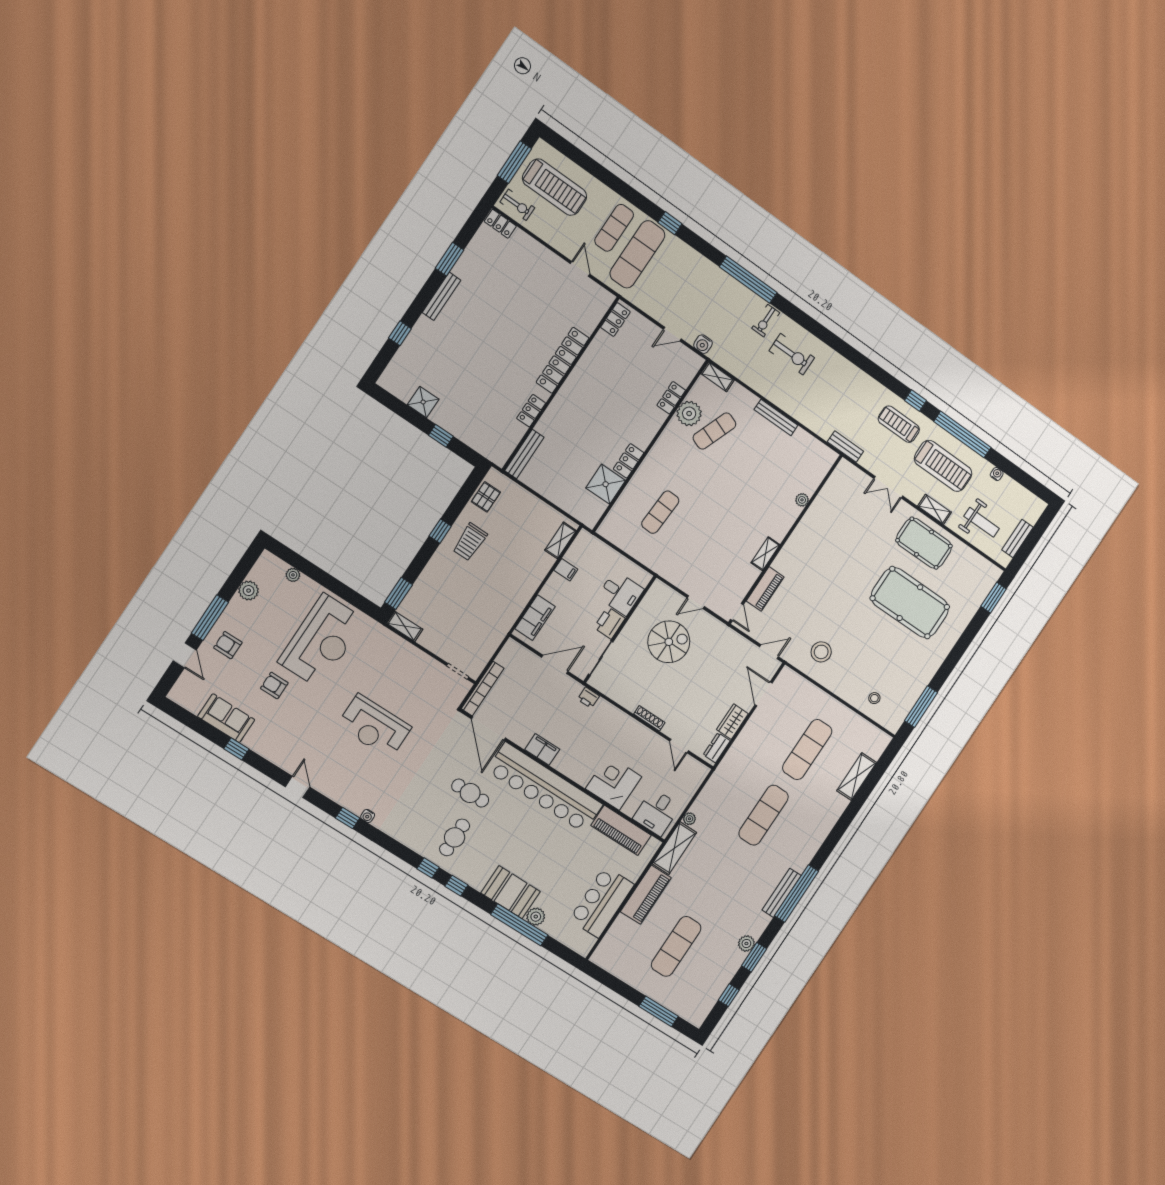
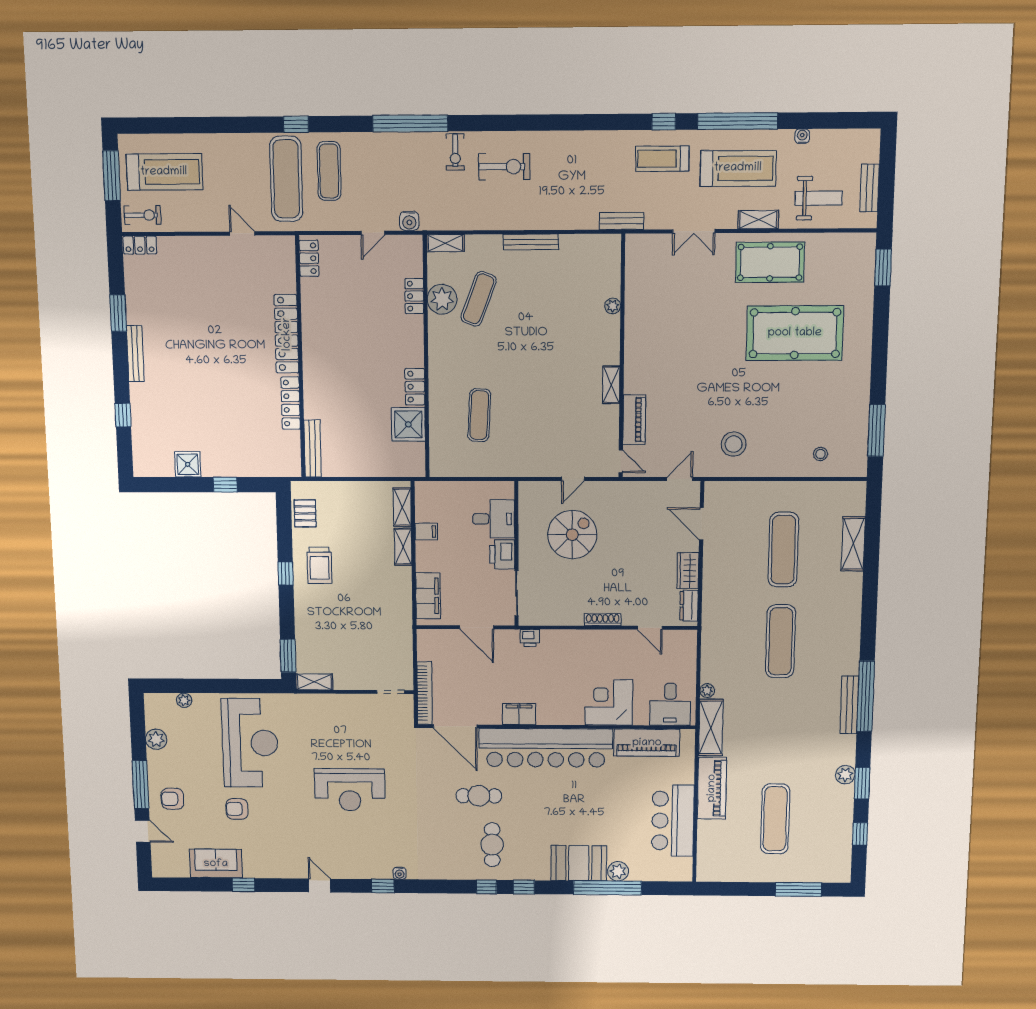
exercise mat: (614, 228) -> (329, 171), moved
locker: (531, 411) -> (291, 403), width x1.53
shelving: (541, 570) -> (403, 547), added
door: (555, 664) -> (477, 627), swing flipped

